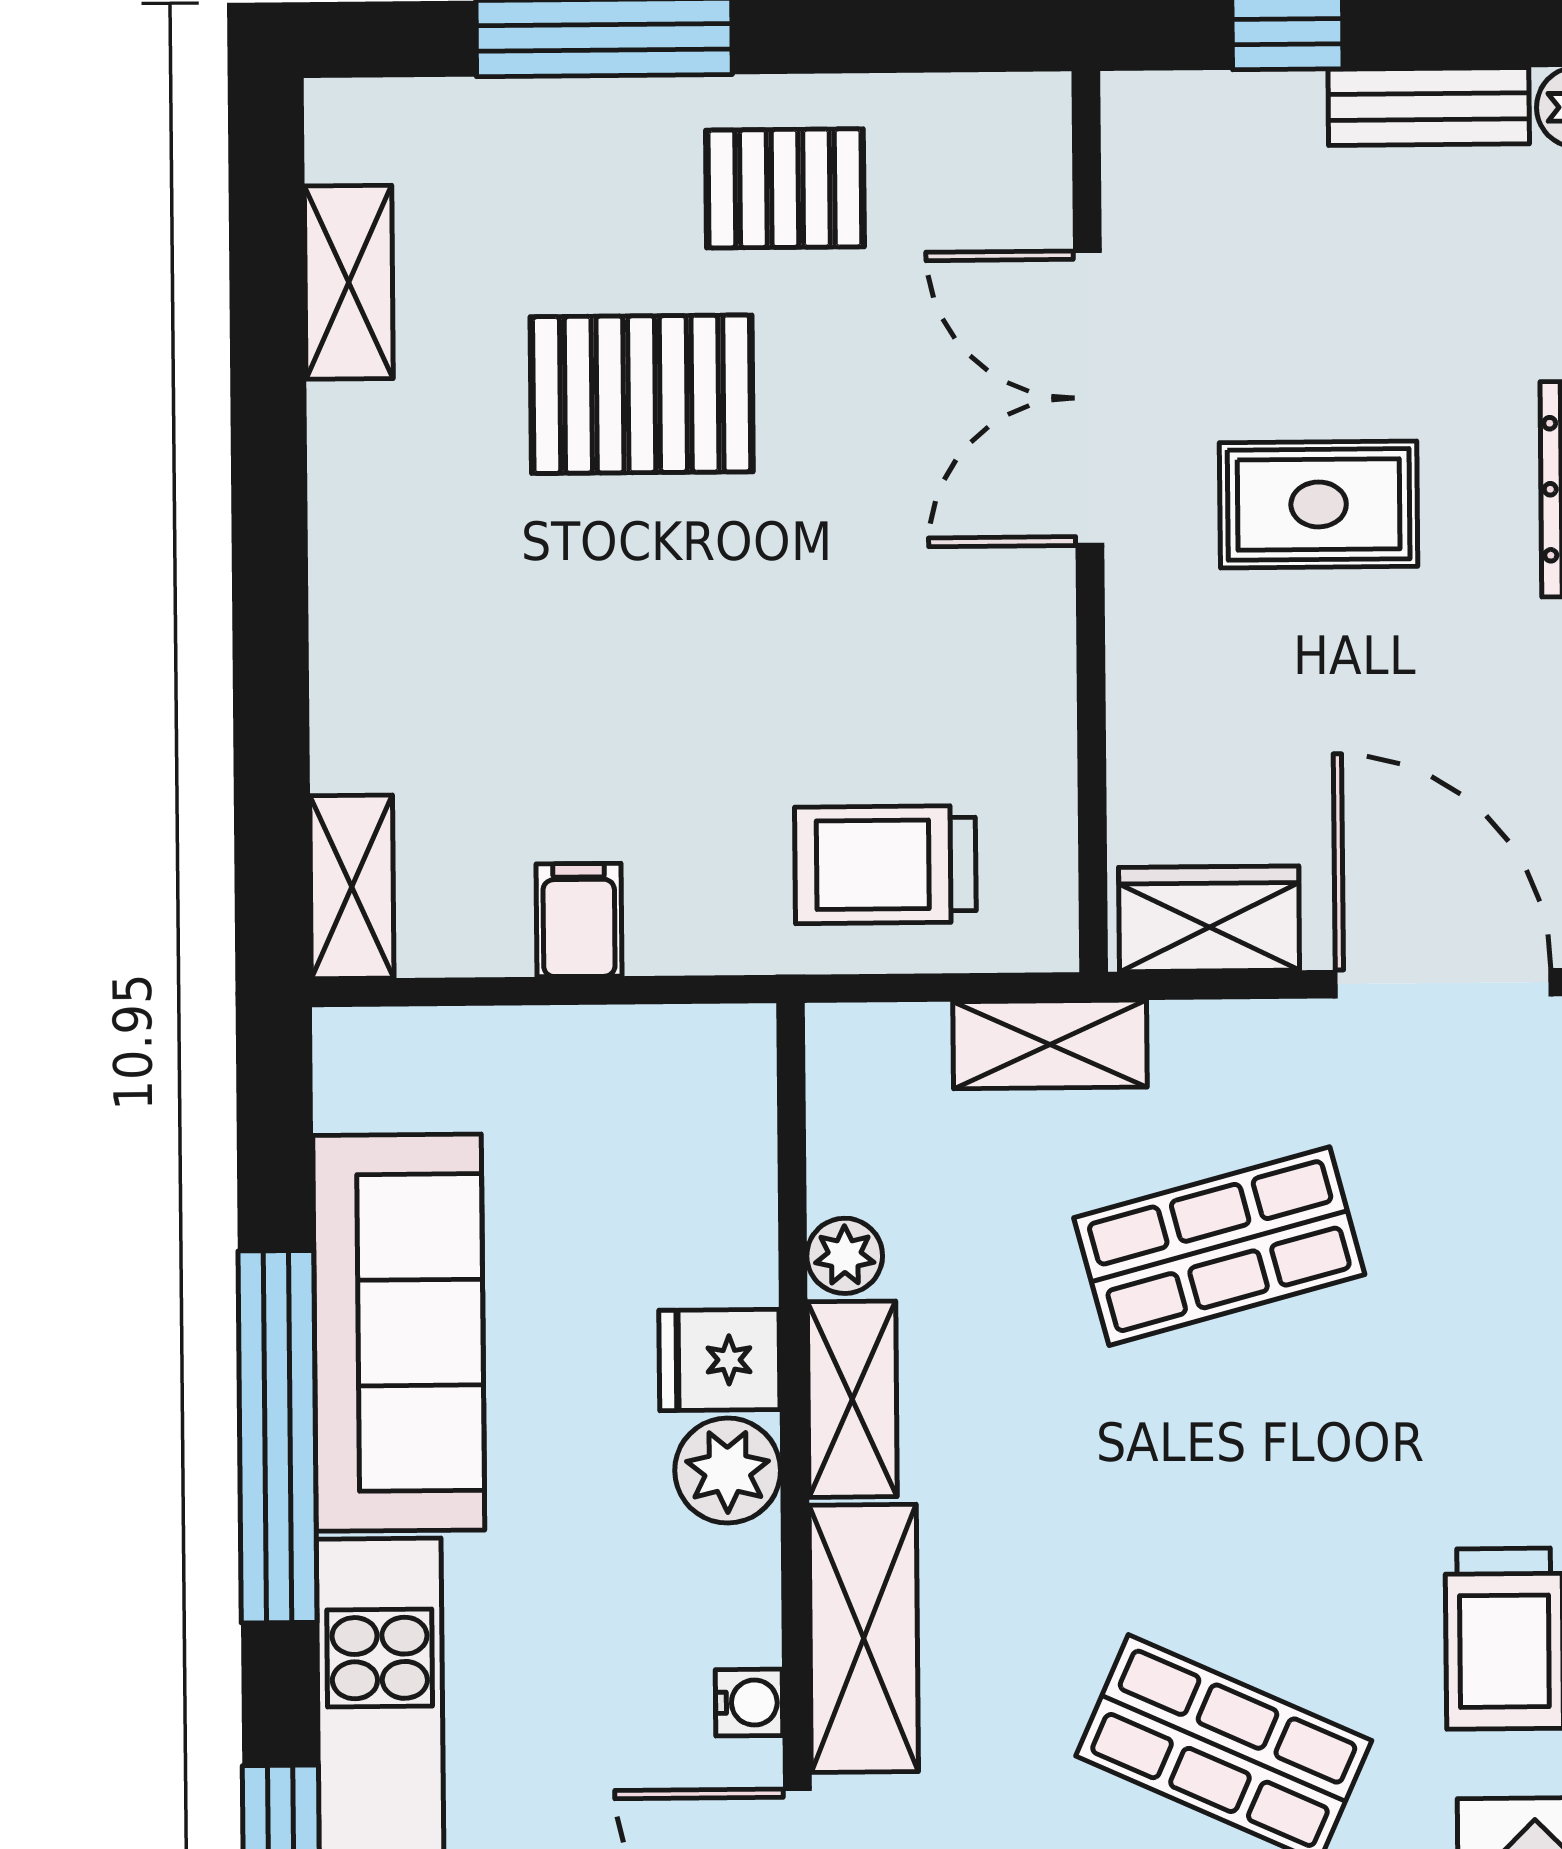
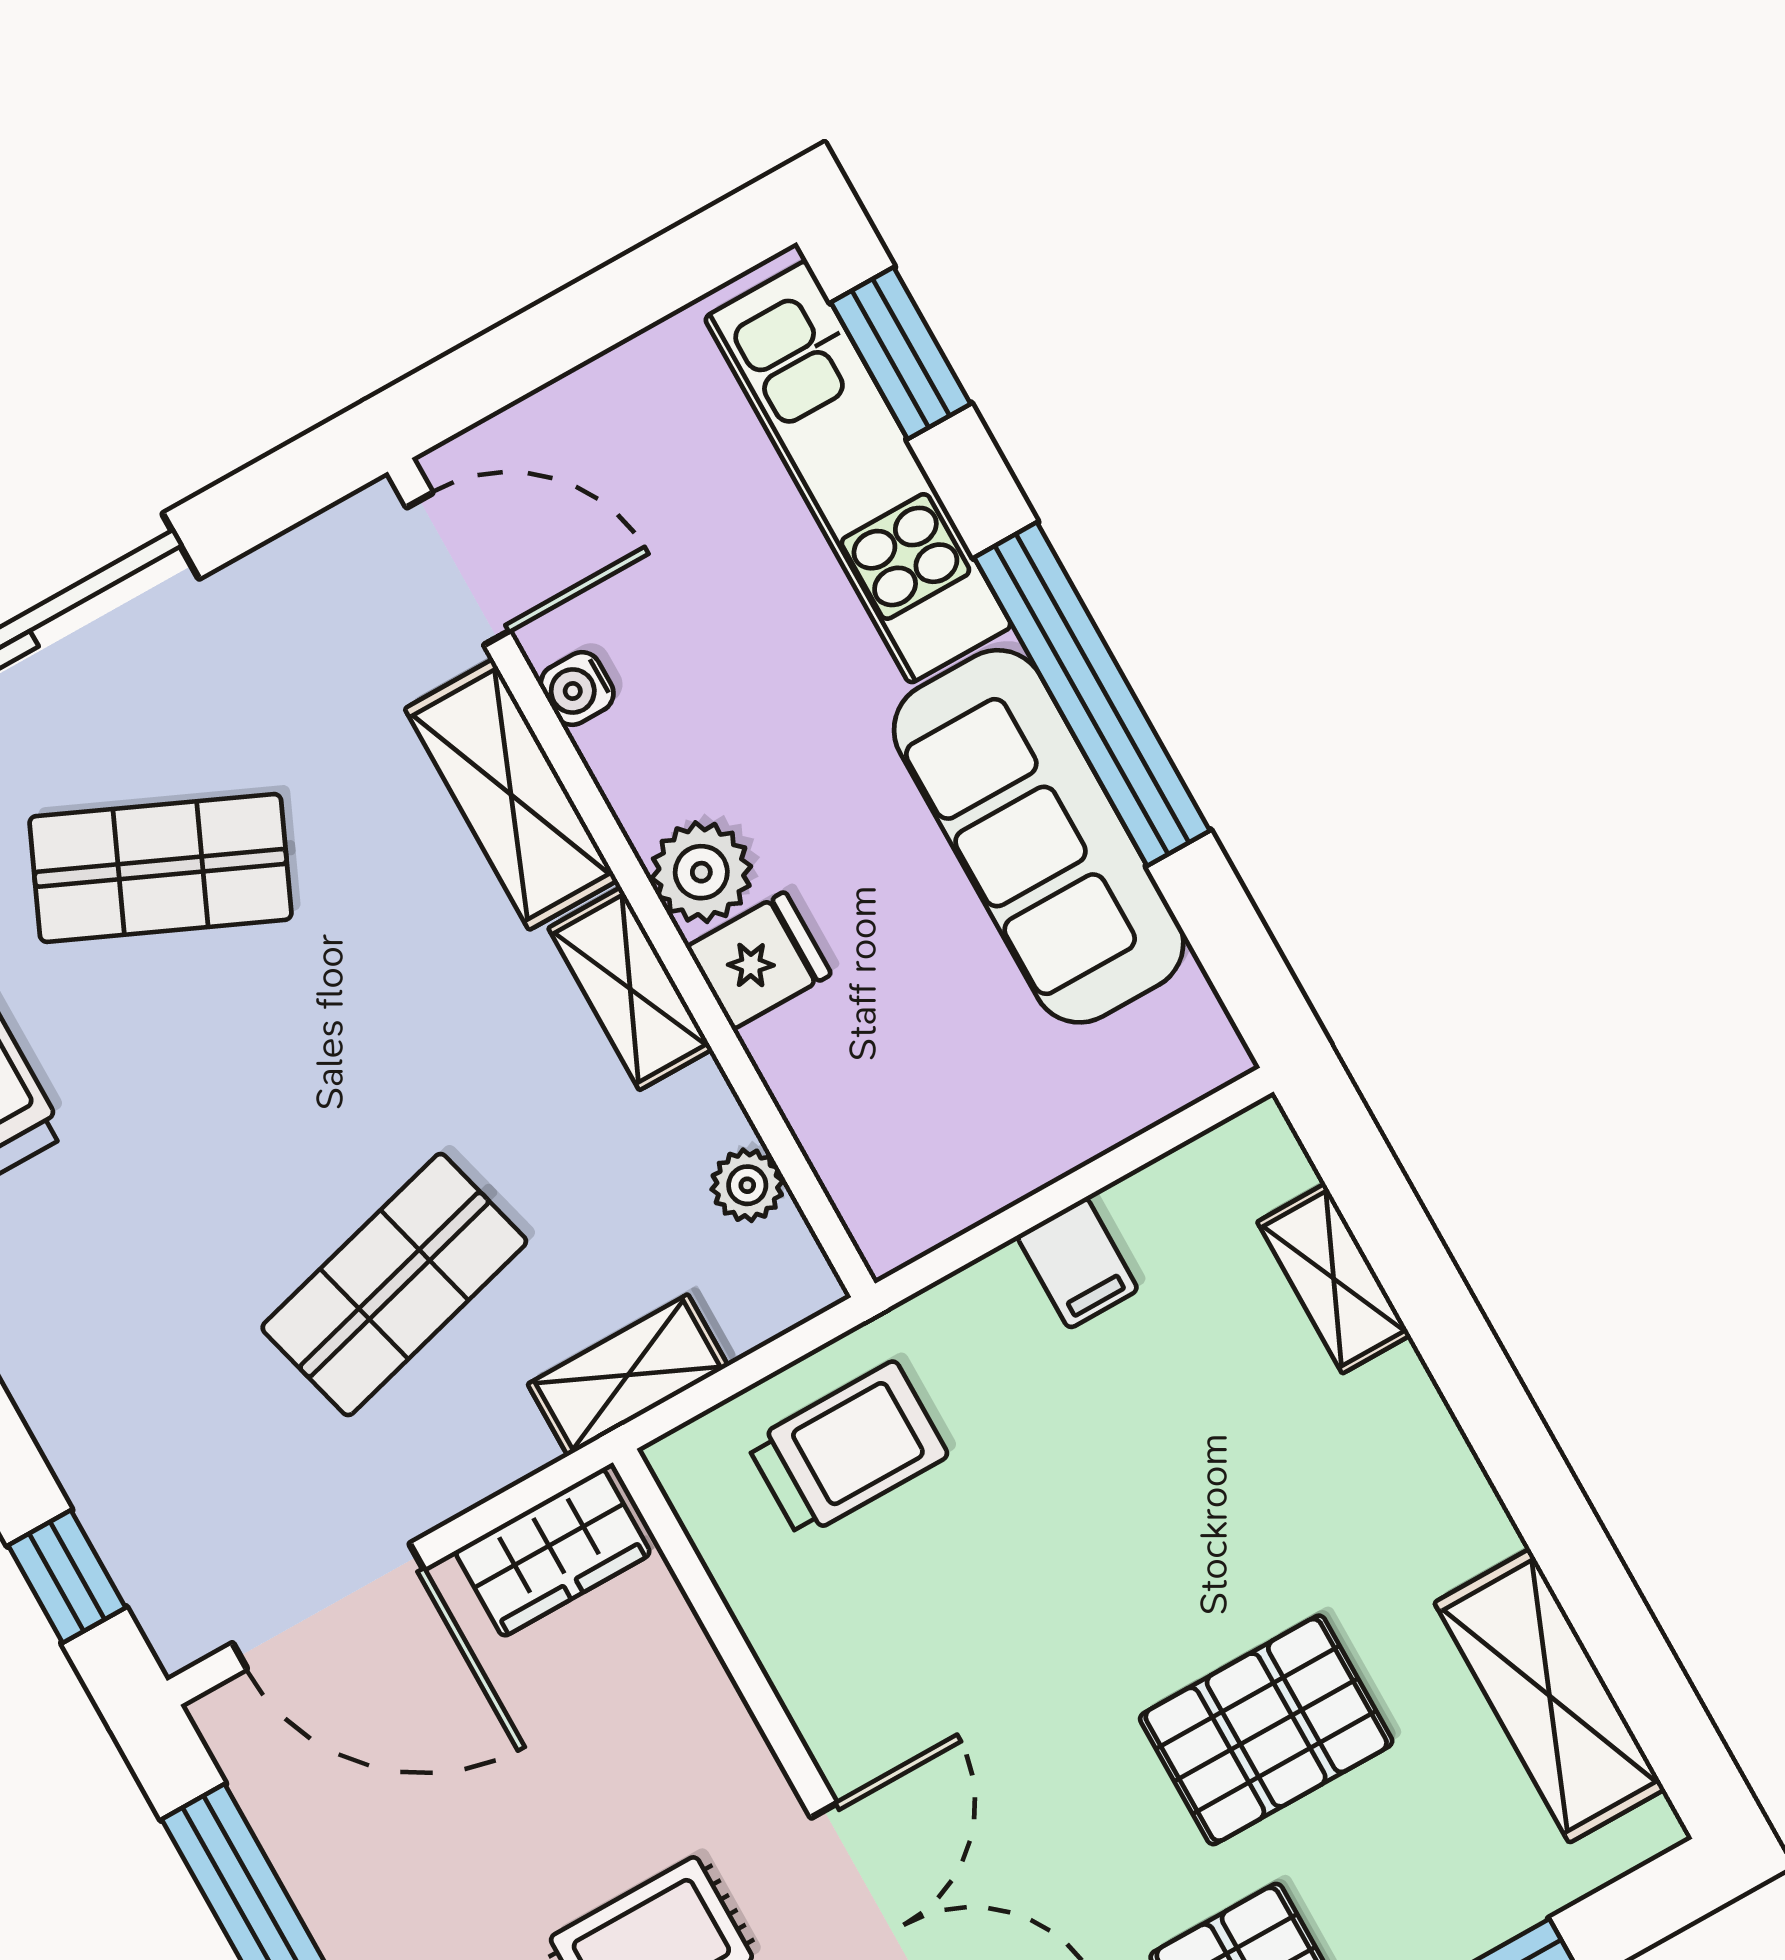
shelving: (349, 282) -> (1549, 1696), width x1.50, depth x1.33
shelving: (352, 887) -> (1334, 1279), moved
plant: (845, 1256) -> (747, 1185), moved

